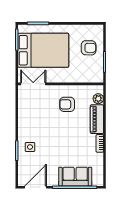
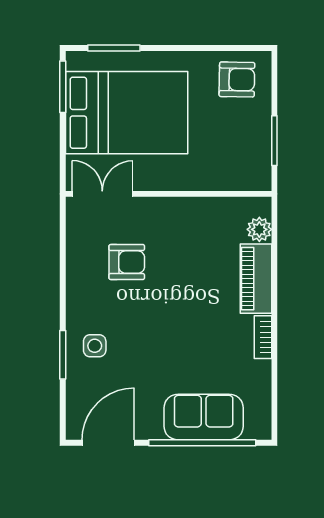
armchair: (89, 48) -> (237, 79), moved
armchair: (67, 104) -> (127, 262), moved, turned 180

